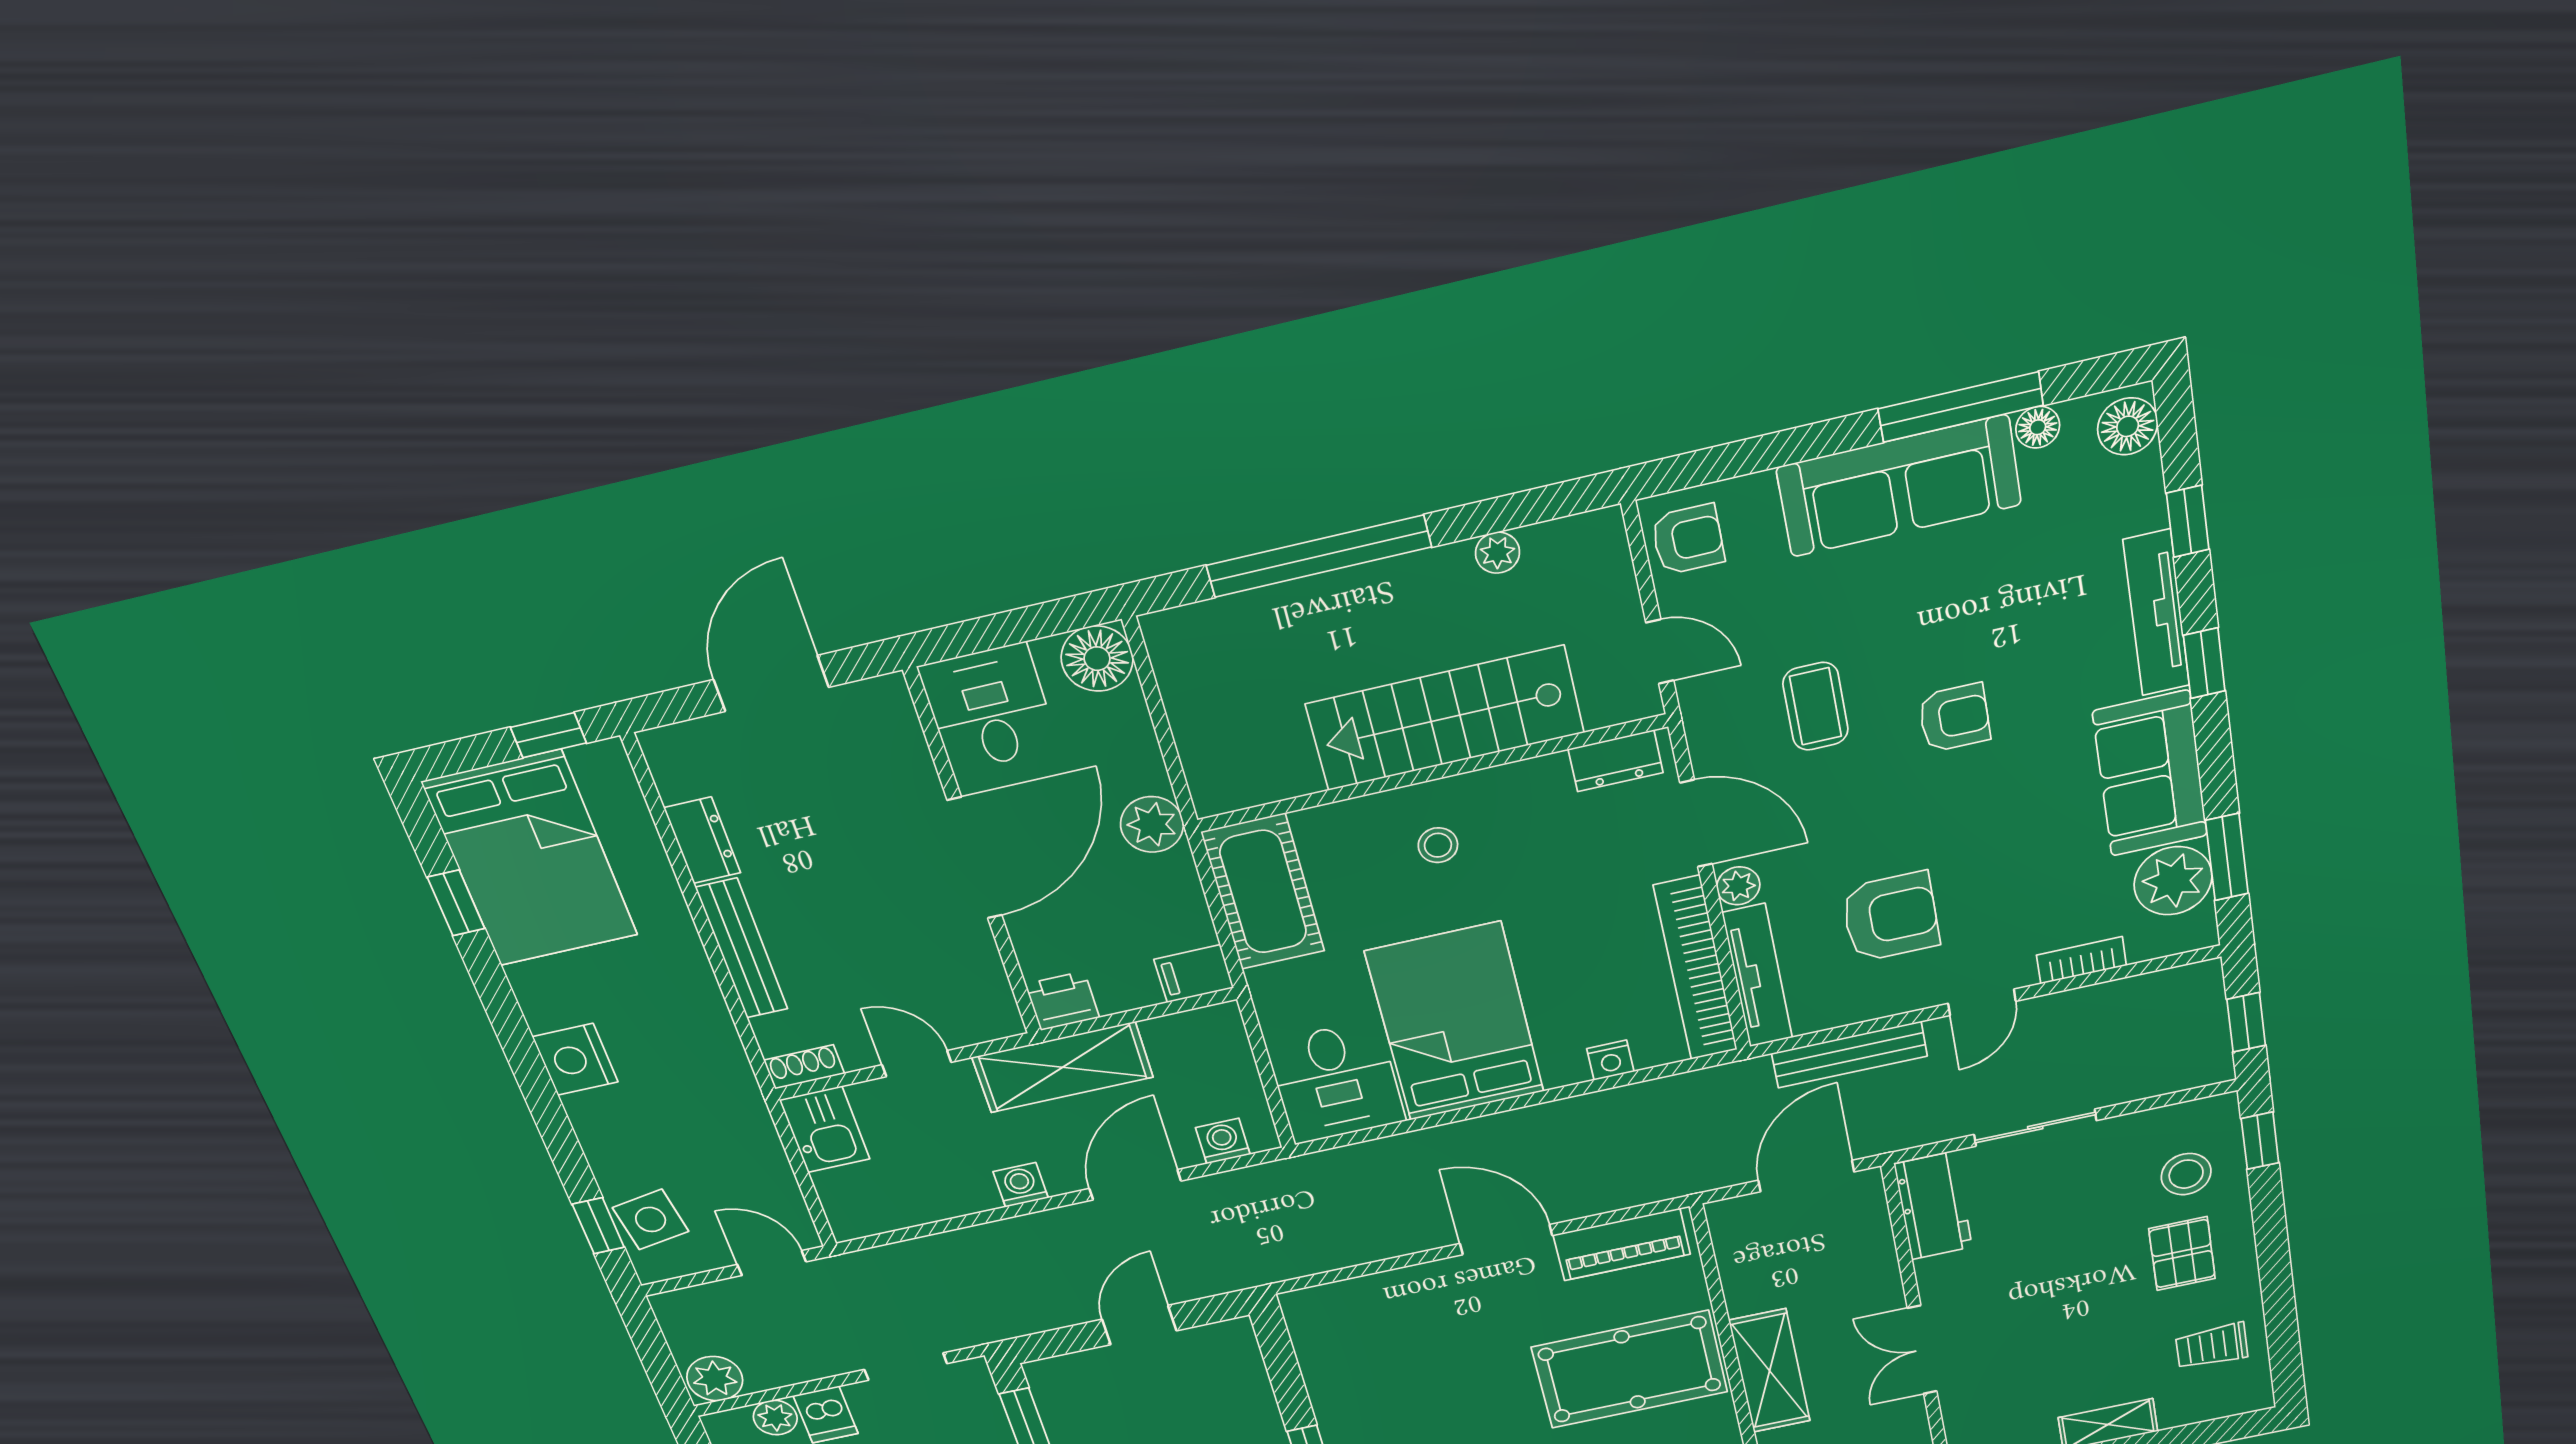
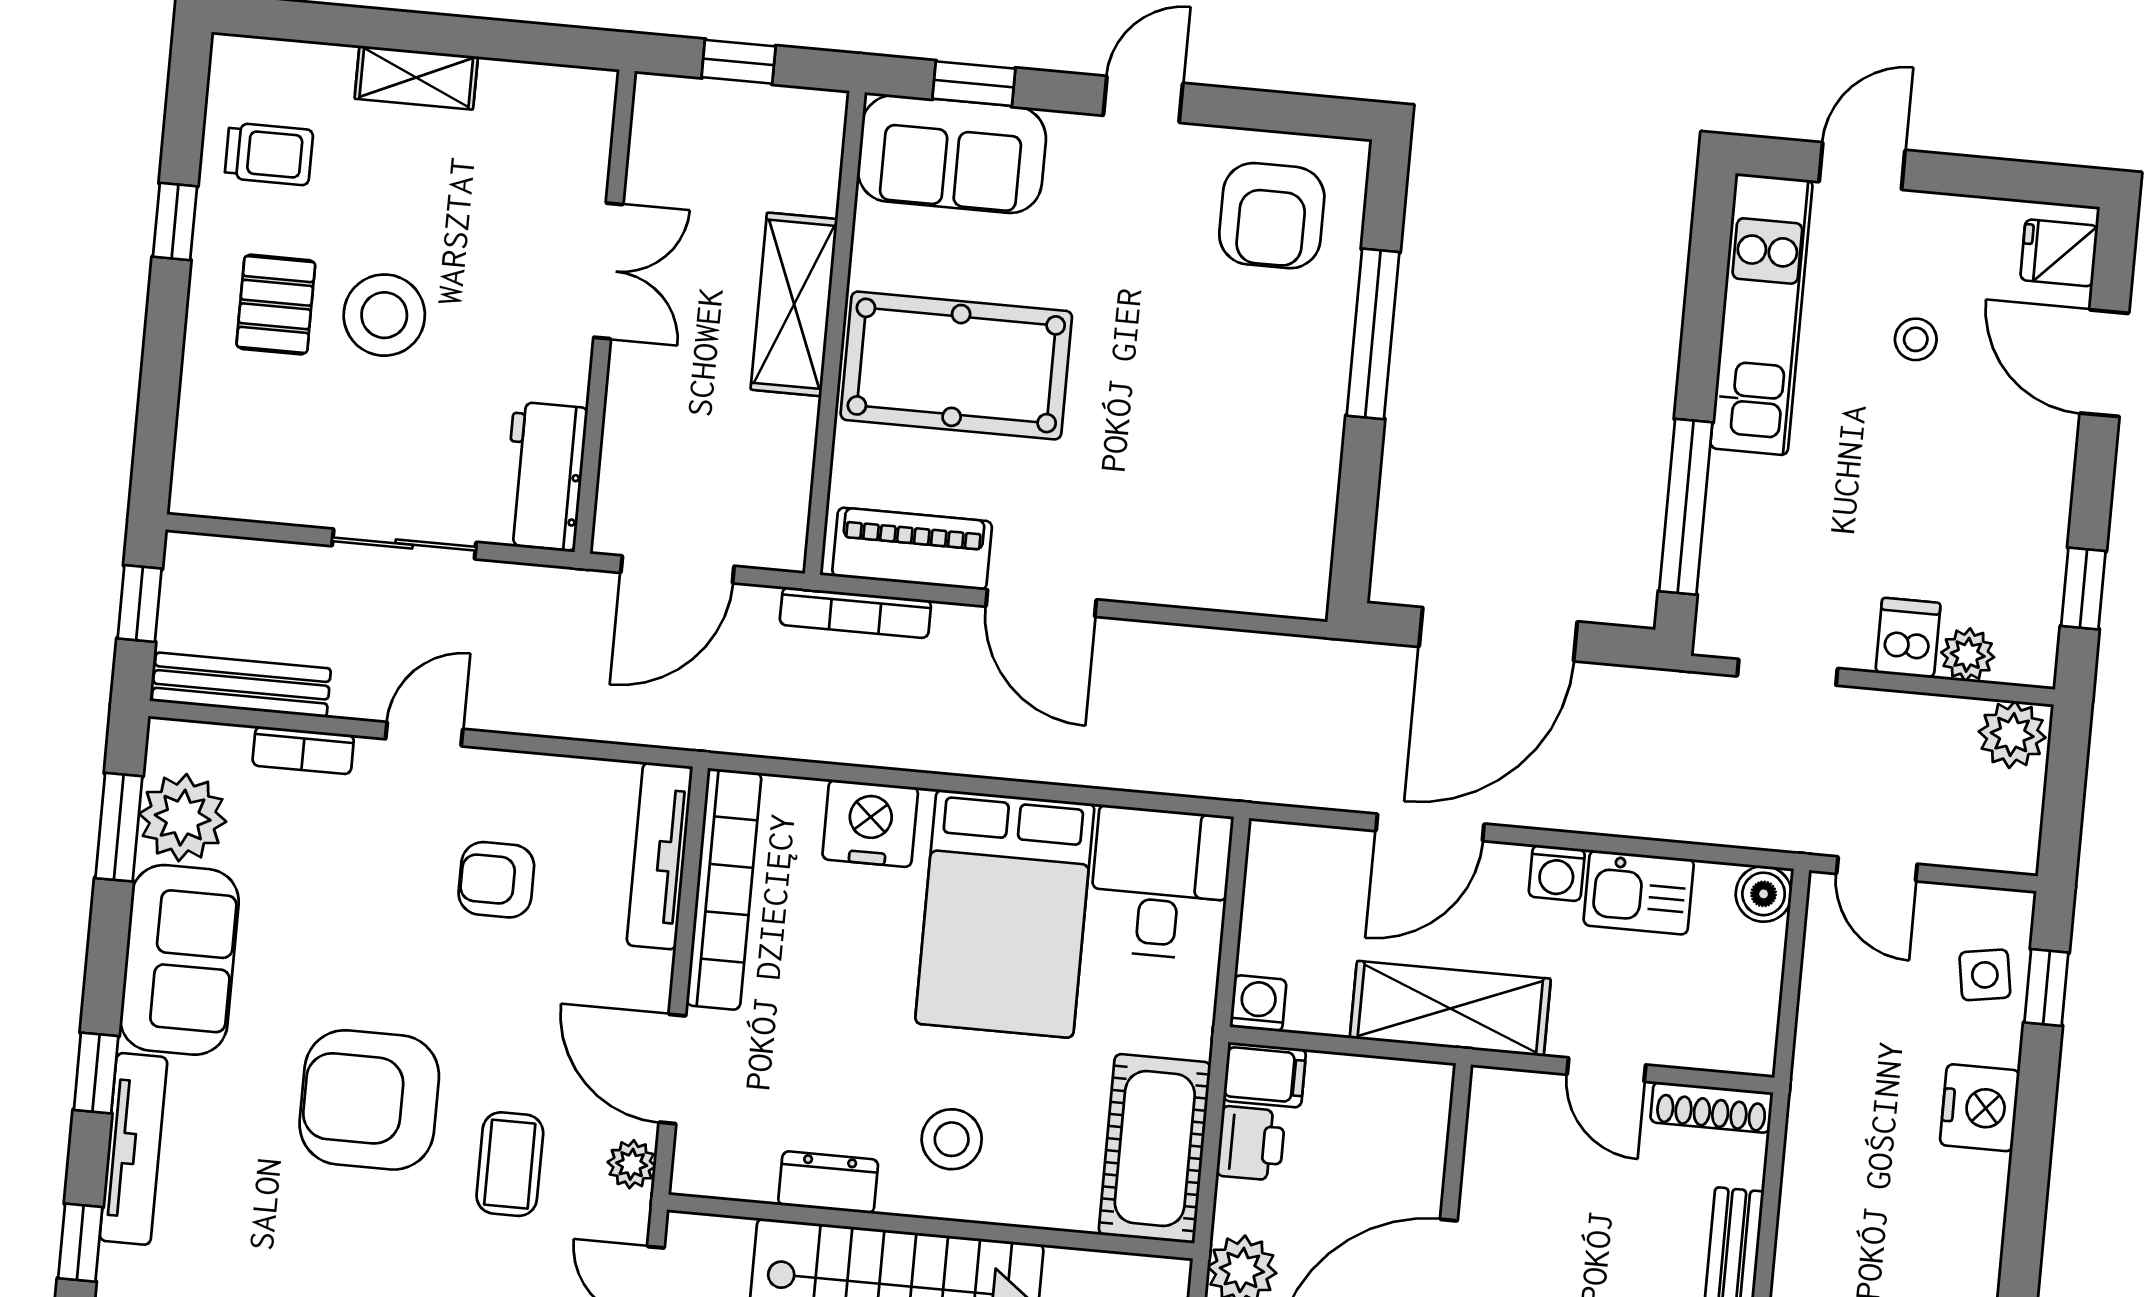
armchair: (1954, 718) -> (369, 1100), width x1.88, depth x1.88
dresser: (1616, 761) -> (828, 1182), moved
stool: (1438, 845) -> (952, 1139), width x1.37, depth x1.37
plant: (1738, 886) -> (632, 1164), moved
armchair: (1891, 917) -> (496, 880), width x0.72, depth x0.72
printer: (1062, 1001) -> (1251, 1143), moved, turned -90
bench: (1849, 1055) -> (241, 685), moved
nightstand: (575, 1059) -> (1980, 1108), moved
nightstand: (1610, 1060) -> (870, 823), width x1.89, depth x1.79
shoe rack: (804, 1067) -> (1712, 1107), width x1.43
kitchen sink: (825, 1130) -> (1639, 892), moved, turned -90
washing machine: (1223, 1141) -> (1258, 1003), moved, turned 180
window: (2260, 1141) -> (175, 222), moved
stool: (2186, 1174) -> (384, 315), moved, width x1.38, depth x1.38
bookcase: (1652, 1190) -> (855, 613), added
side table: (651, 1219) -> (1985, 975), width x0.73, depth x0.73
boiler: (851, 1220) -> (1764, 894), added
door: (1139, 1325) -> (1498, 634), width x1.88

